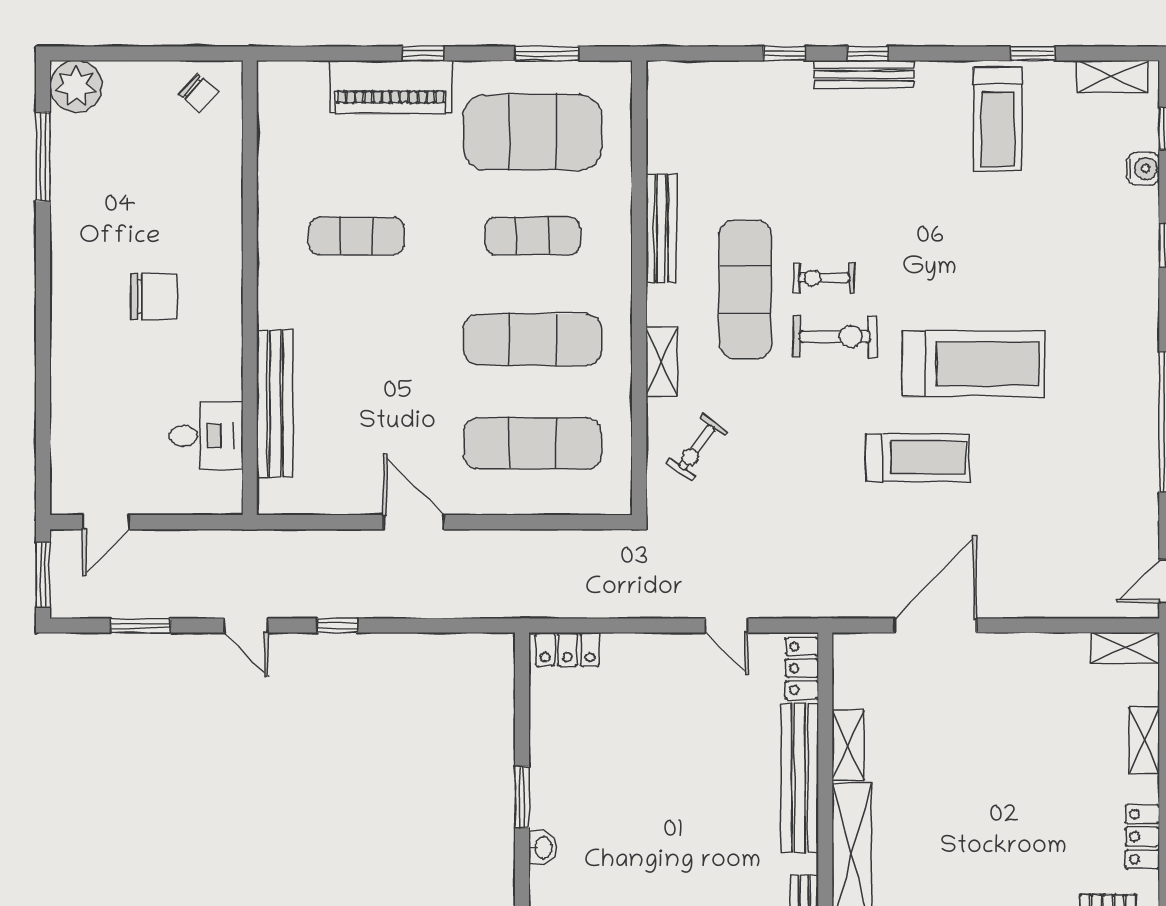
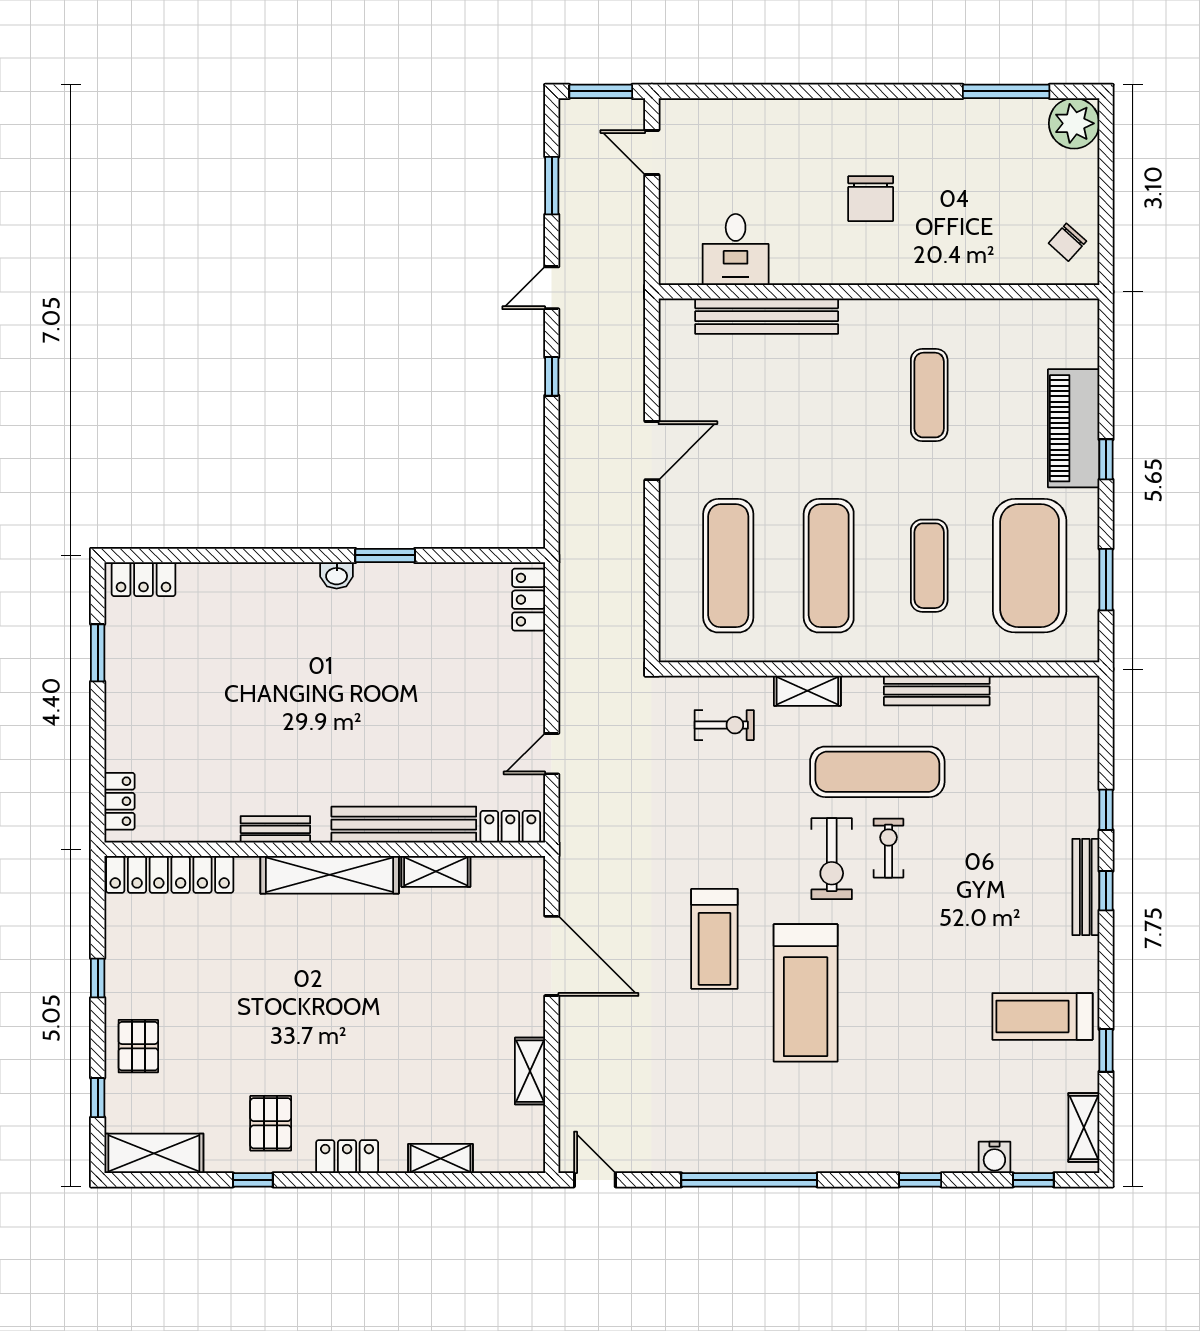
exercise bike: (697, 447) -> (724, 725), turned 144
shelving: (1125, 648) -> (530, 1071), moved

